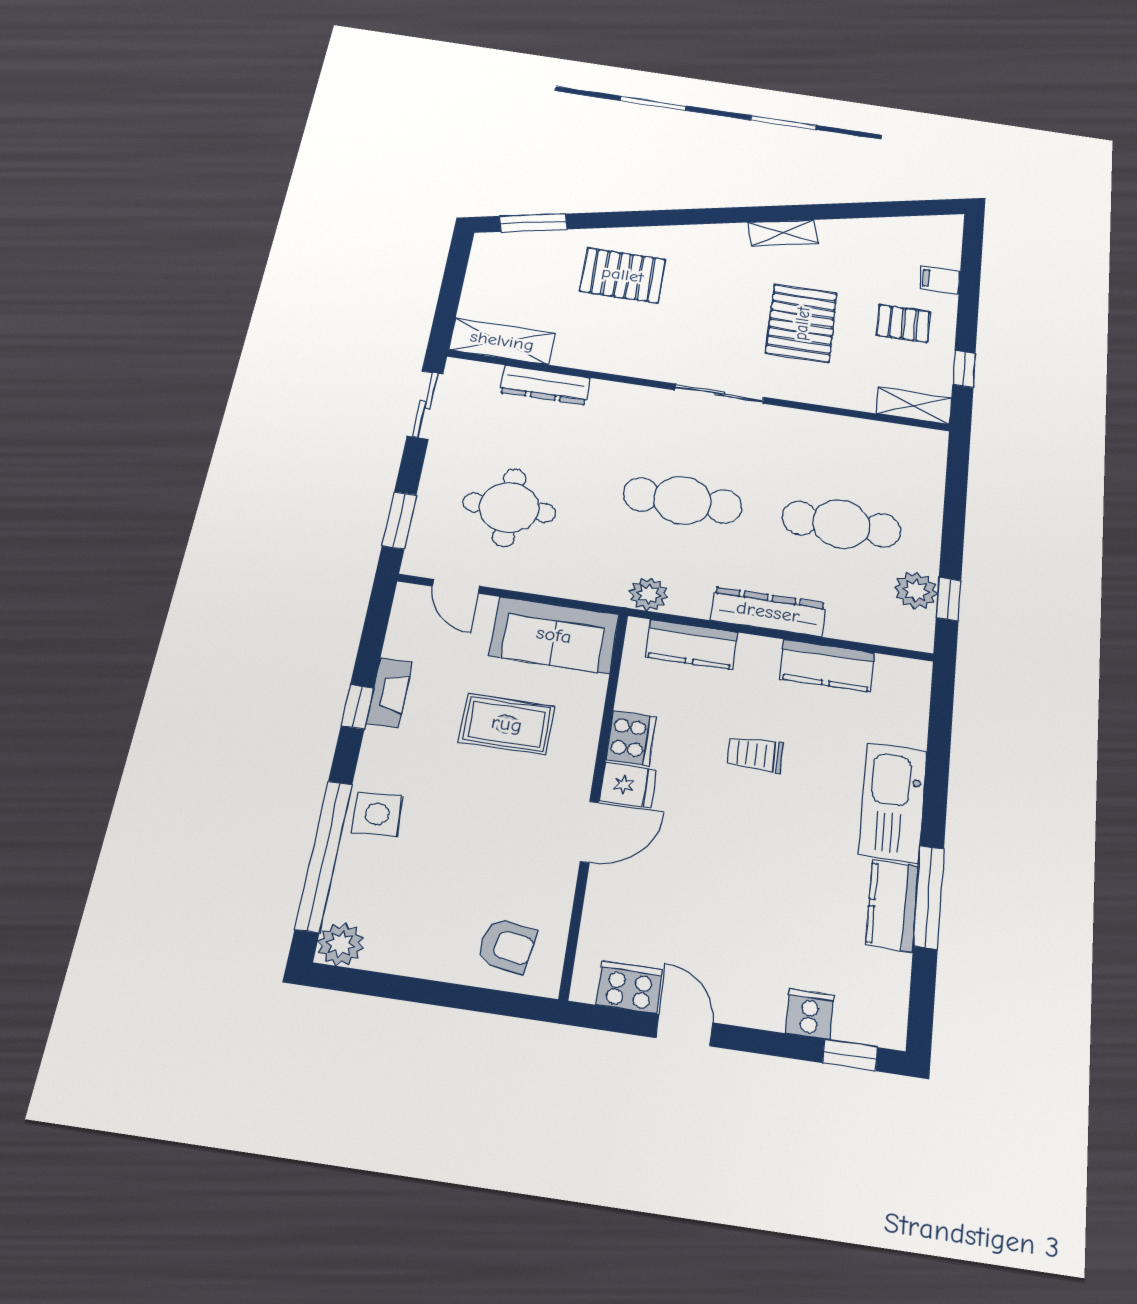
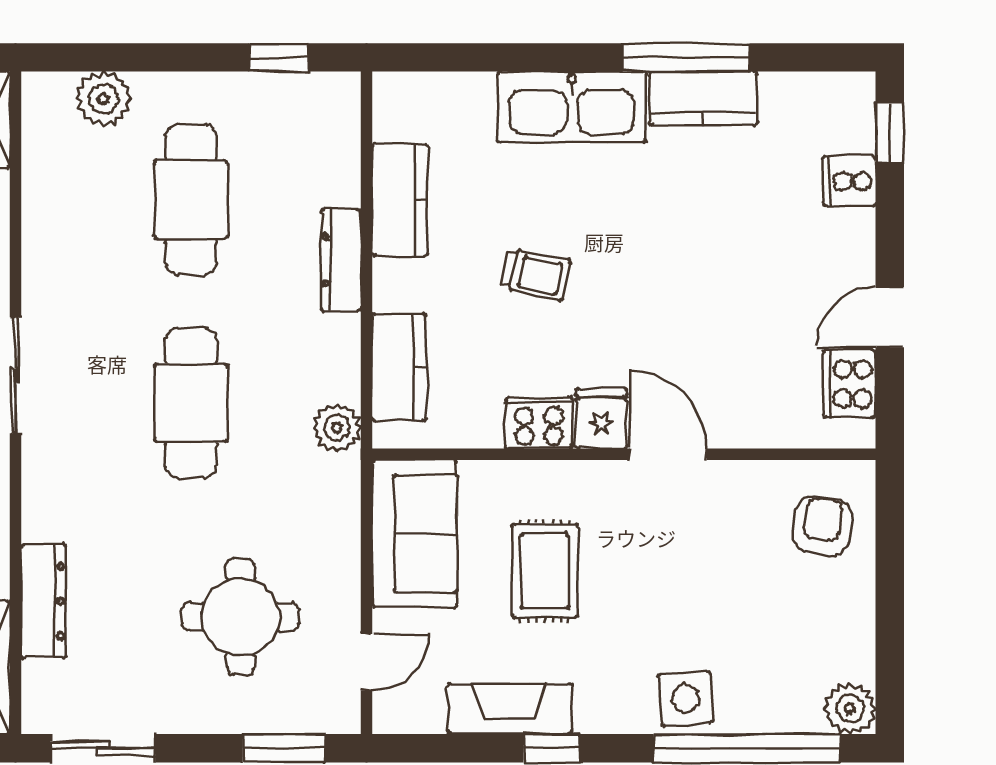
plant: (916, 591) -> (104, 99), moved
dresser: (768, 612) -> (341, 260), width x0.73, depth x0.80
fireplace: (389, 693) -> (510, 709), width x1.37, depth x1.32
trolley: (755, 754) -> (536, 274), turned -78

